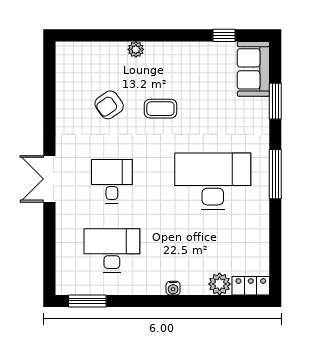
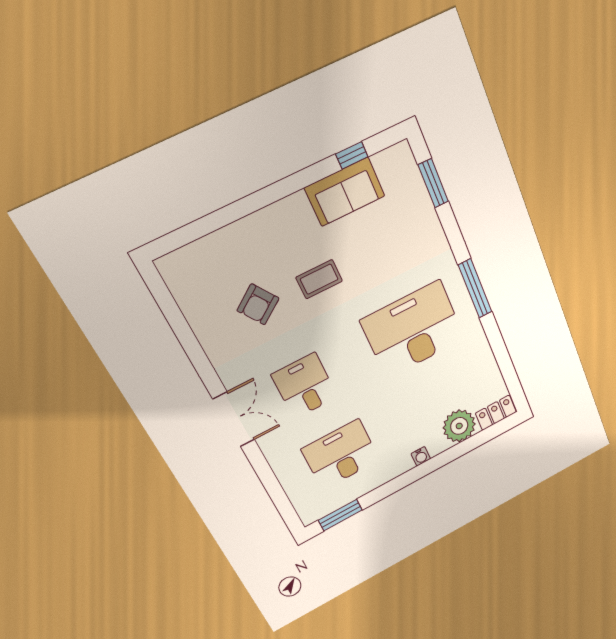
plant: (136, 49) -> (256, 223), removed
sofa: (253, 69) -> (345, 192), moved, turned -90
window: (275, 101) -> (433, 183), moved
double door: (49, 179) -> (234, 419), swing flipped
plant: (220, 284) -> (459, 426), width x1.36, depth x1.36

